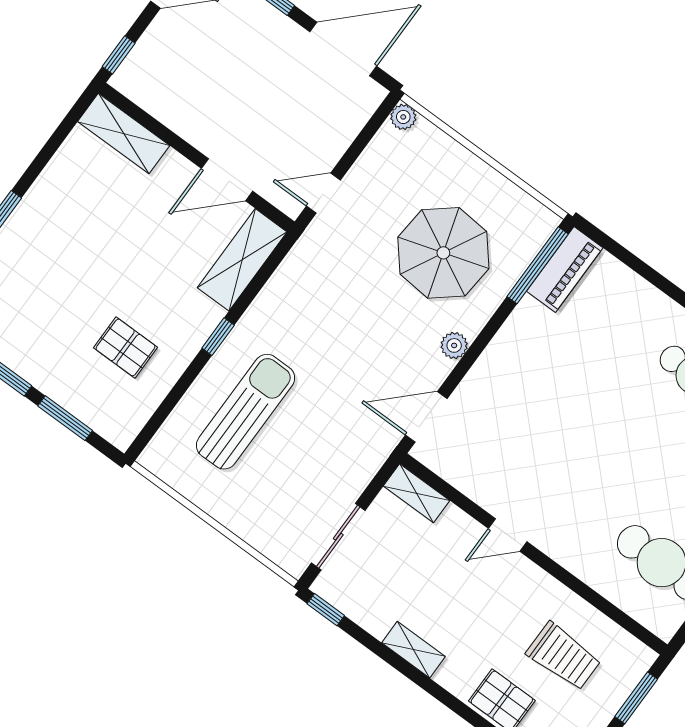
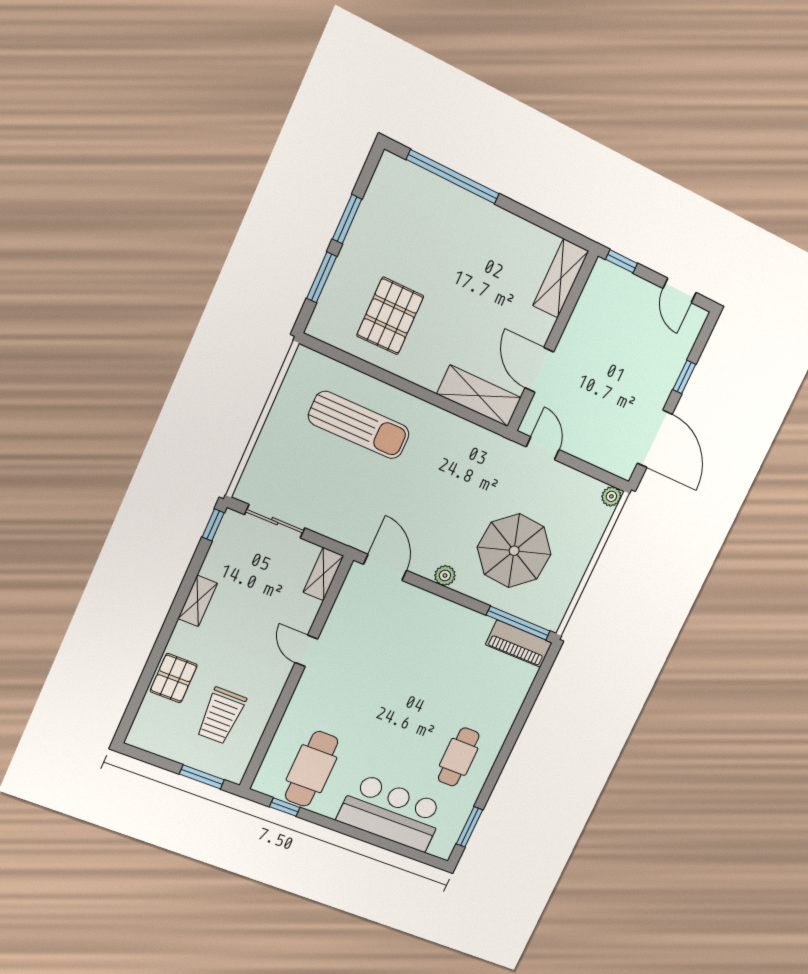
window: (218, 337) -> (414, 390), removed
pallet: (126, 347) -> (390, 316), width x1.50, depth x1.42

